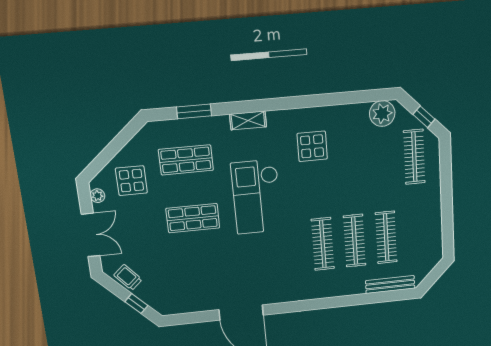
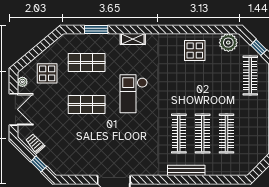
display table: (312, 146) -> (195, 50), moved
checkout: (257, 197) -> (134, 94), width x0.73, depth x0.83
bench: (390, 285) -> (186, 170), moved

